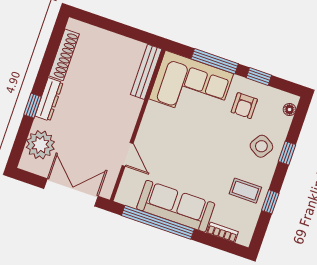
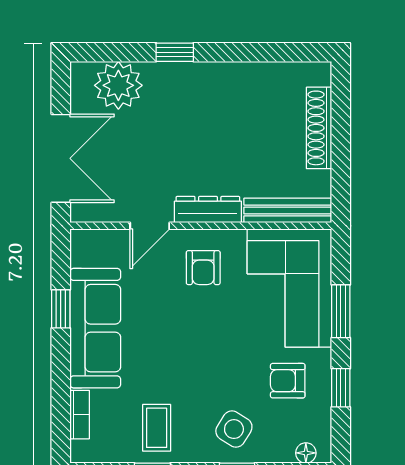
shoe rack: (64, 55) -> (319, 128), moved, turned 90
window: (215, 61) -> (341, 311), width x0.69
dresser: (49, 99) -> (208, 210), moved, turned 180
armchair: (162, 132) -> (203, 268), added
window: (158, 222) -> (61, 309), width x0.32

